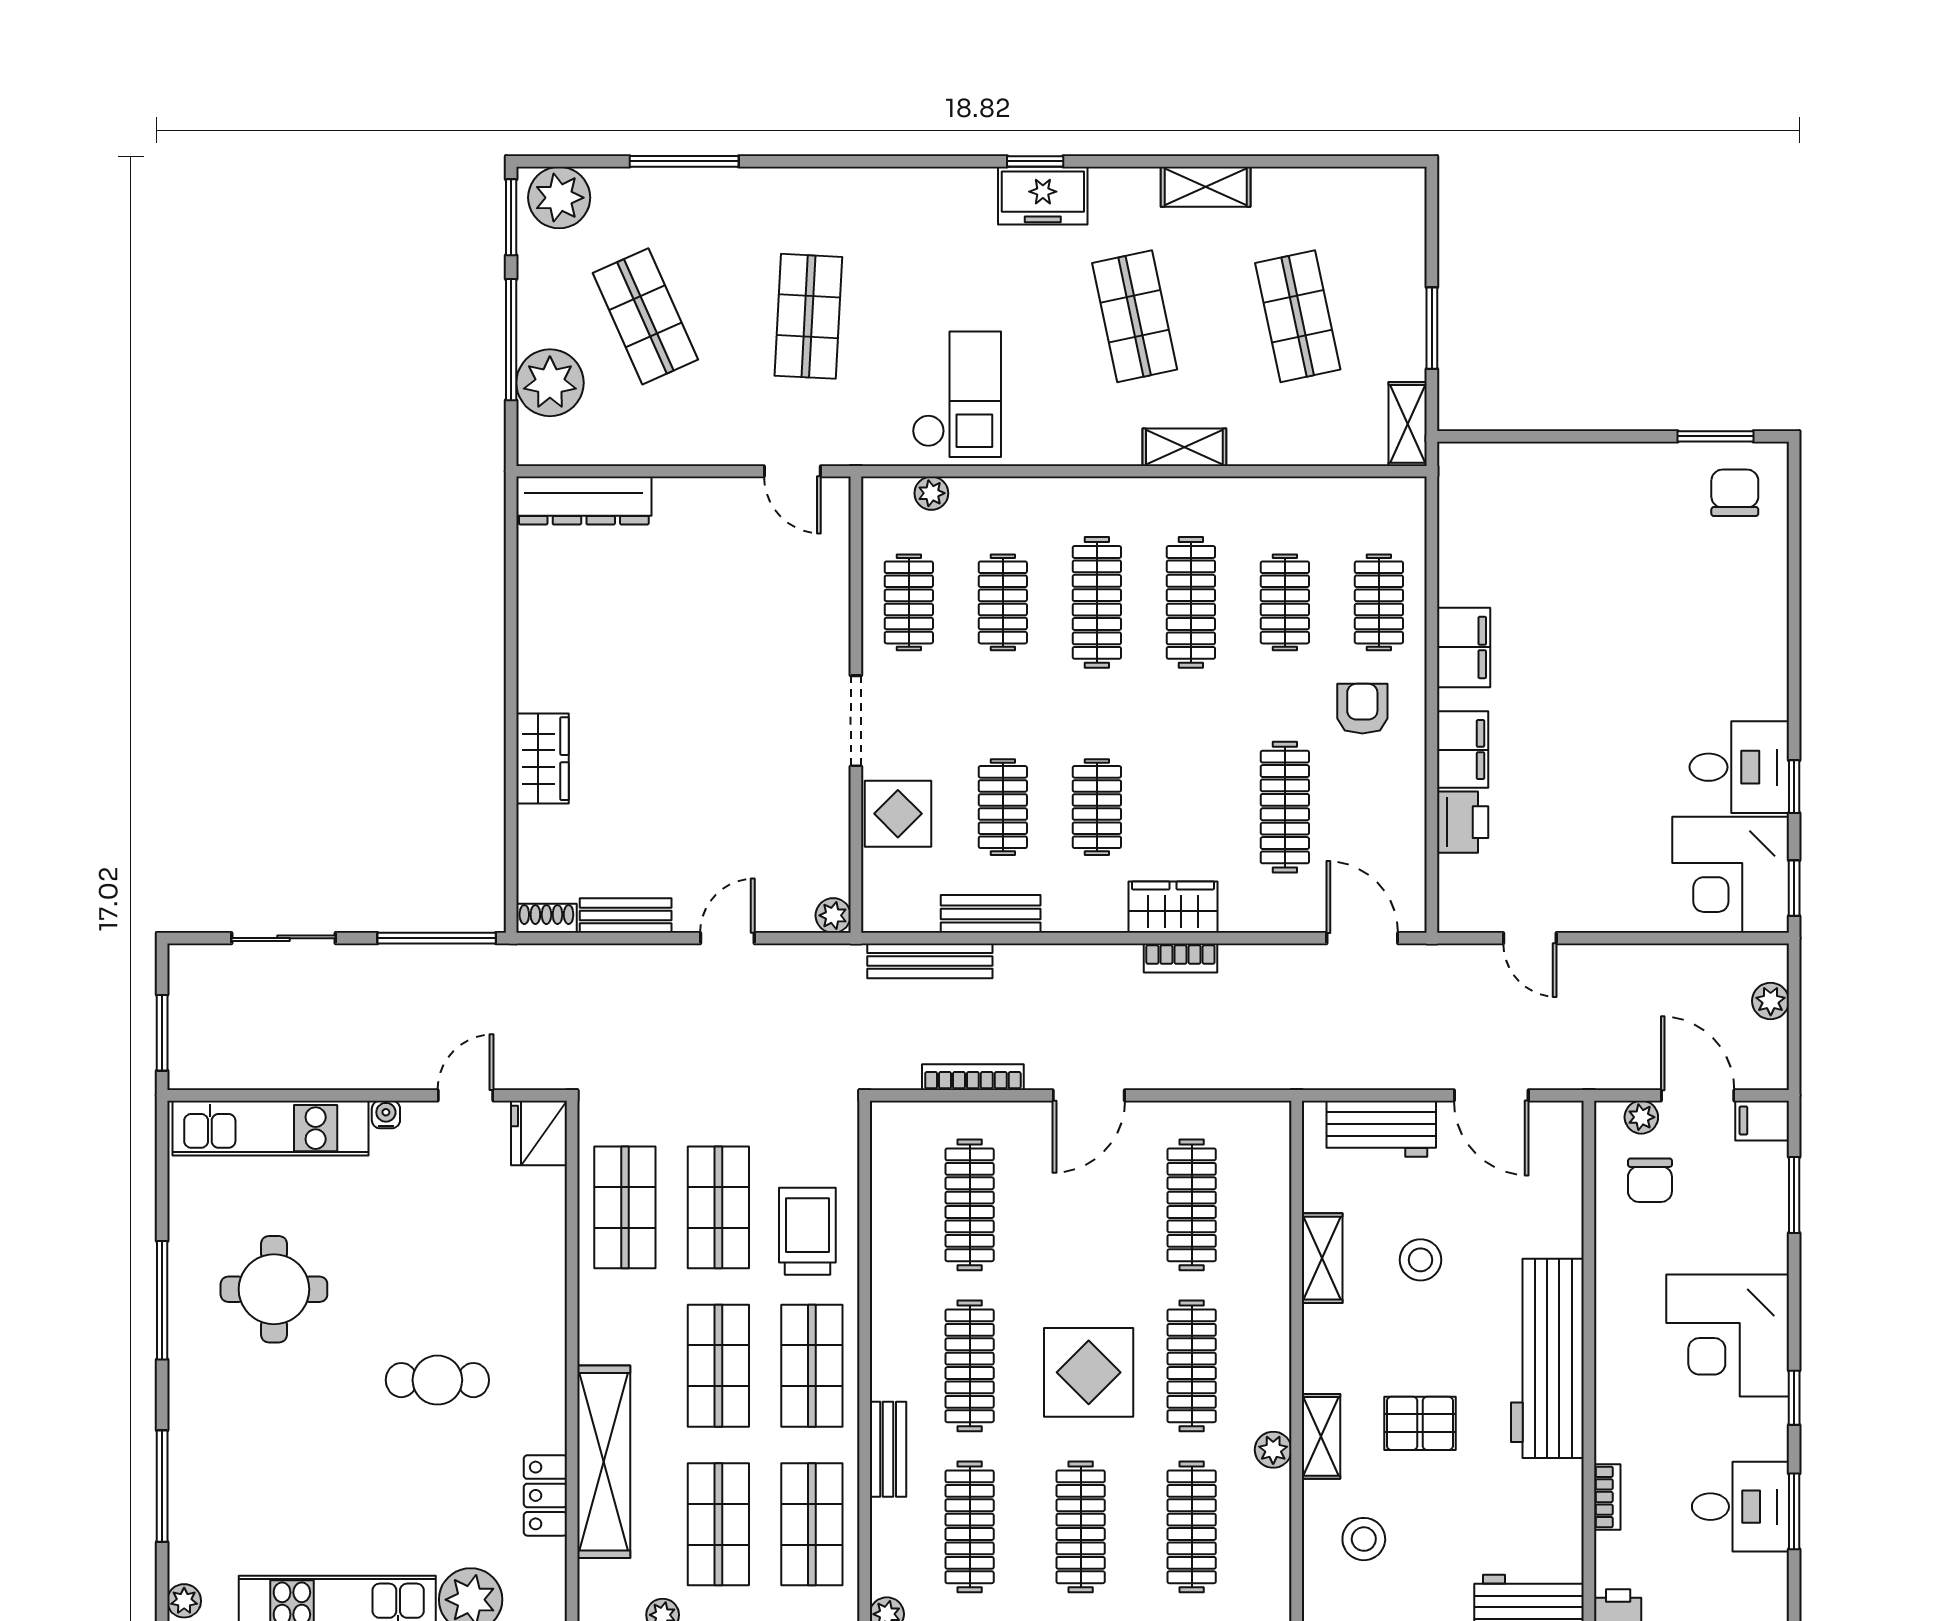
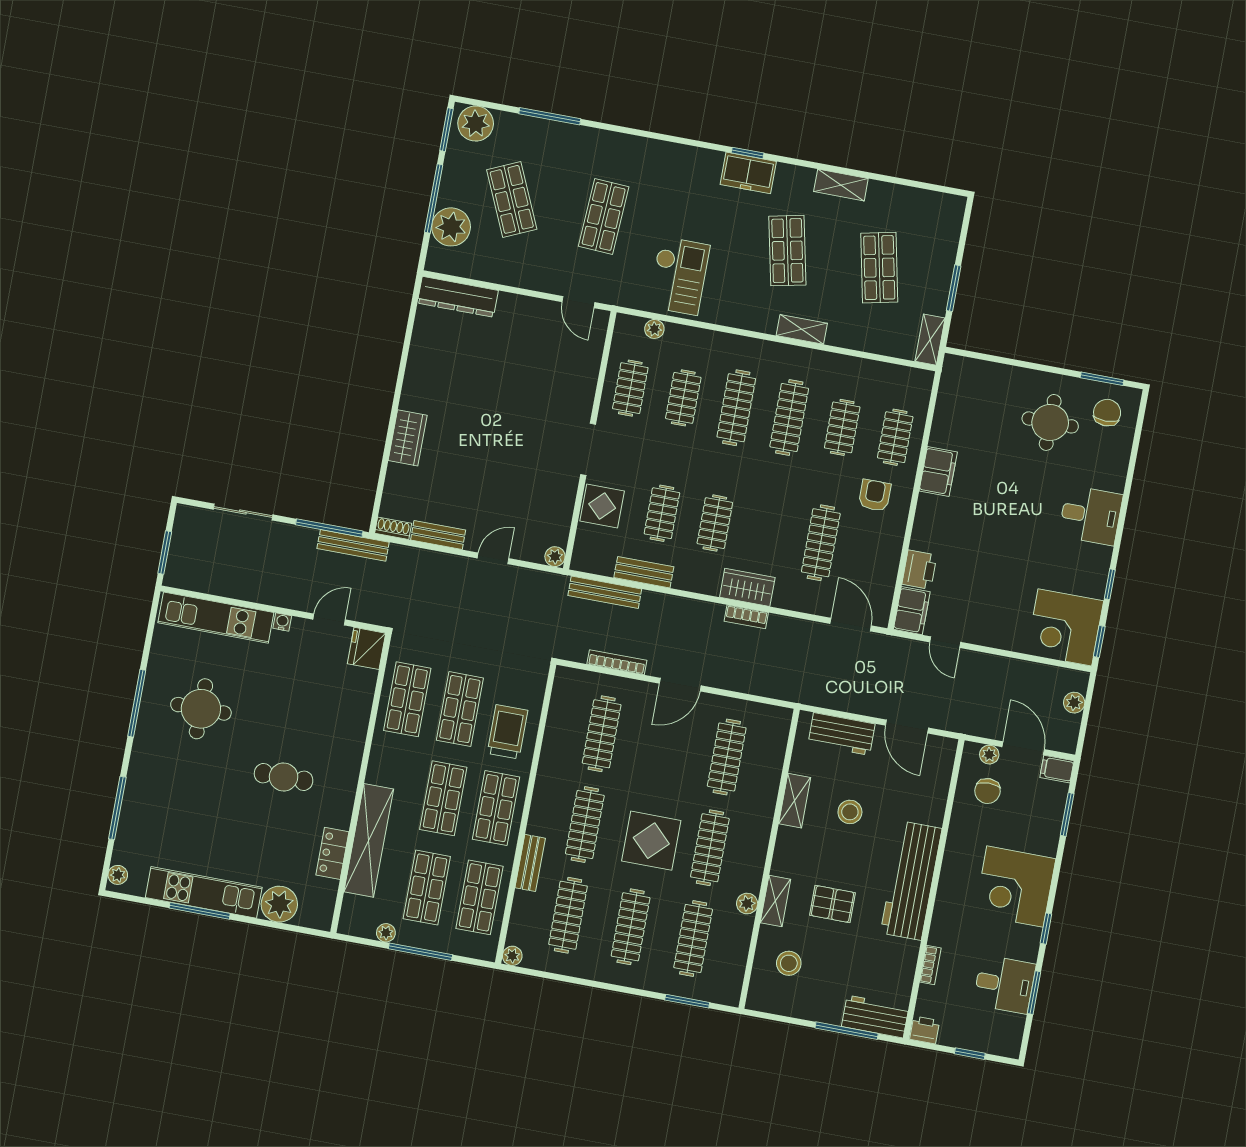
round table: (1640, 528) -> (1050, 422), added
filing cabinet: (1463, 750) -> (912, 611), moved
desk: (1739, 767) -> (1091, 515), moved
bench: (483, 960) -> (353, 545), added

